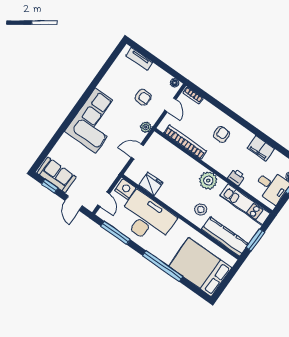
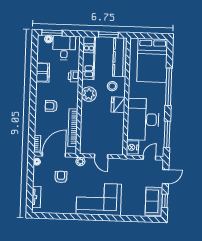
door: (170, 105) -> (54, 155), width x1.88
fridge: (151, 184) -> (118, 105), moved

